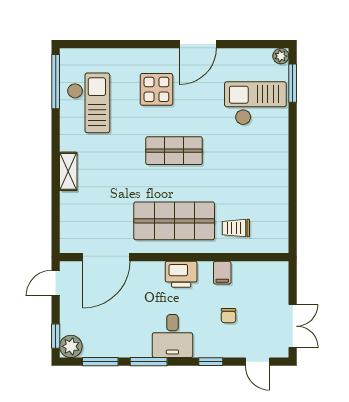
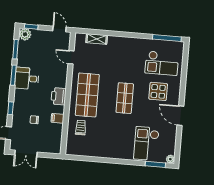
checkout: (88, 103) -> (162, 63), moved
checkout: (255, 103) -> (146, 144), turned 180
shelving: (68, 171) -> (97, 39), moved
door: (106, 257) -> (71, 57), width x0.53
desk: (172, 336) -> (27, 78), moved

